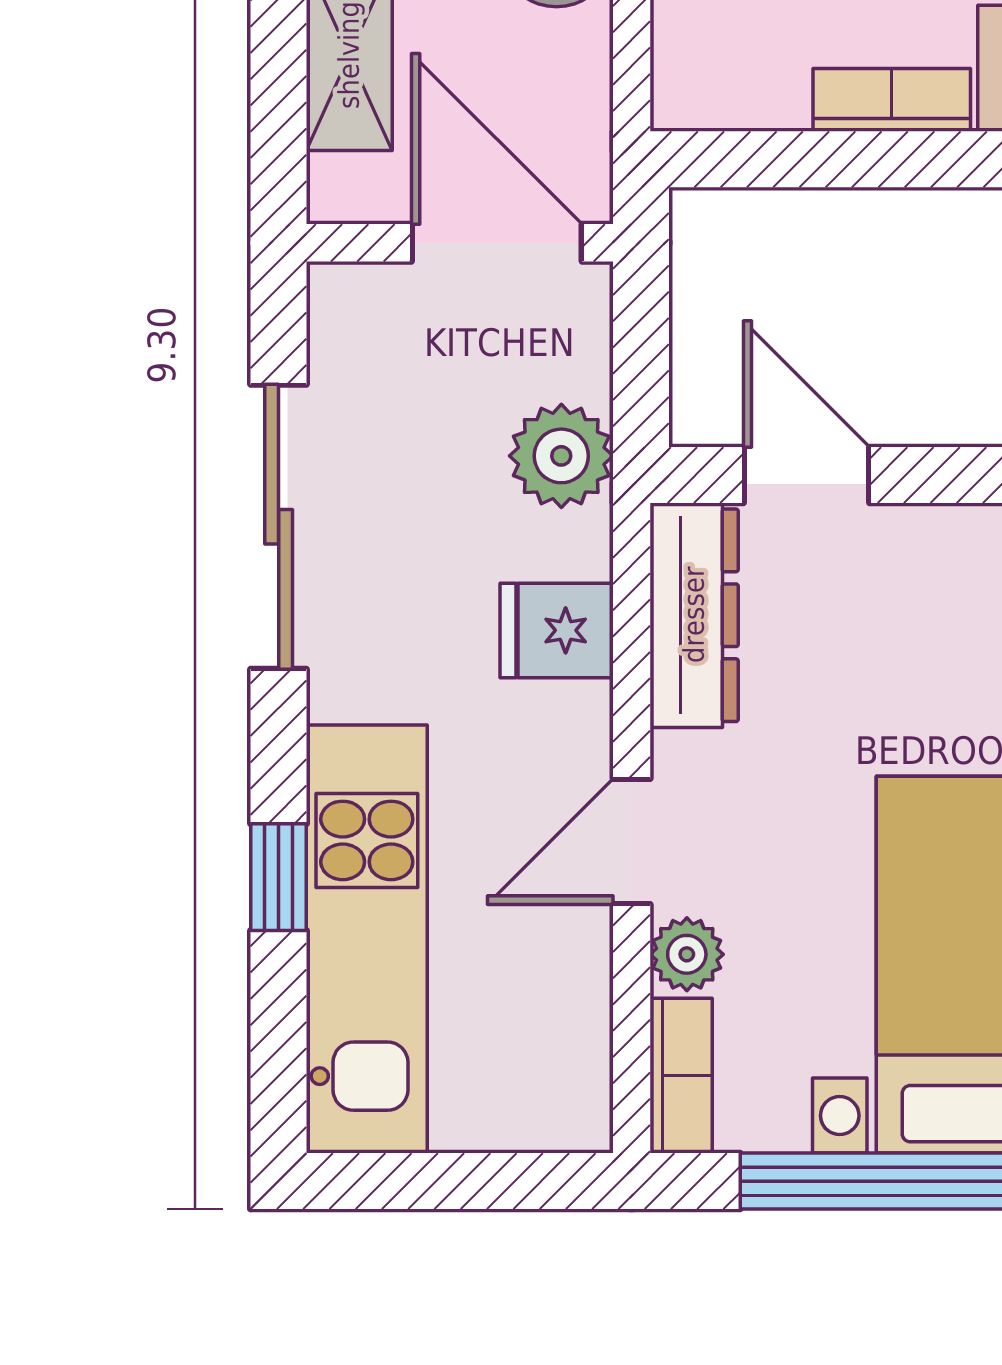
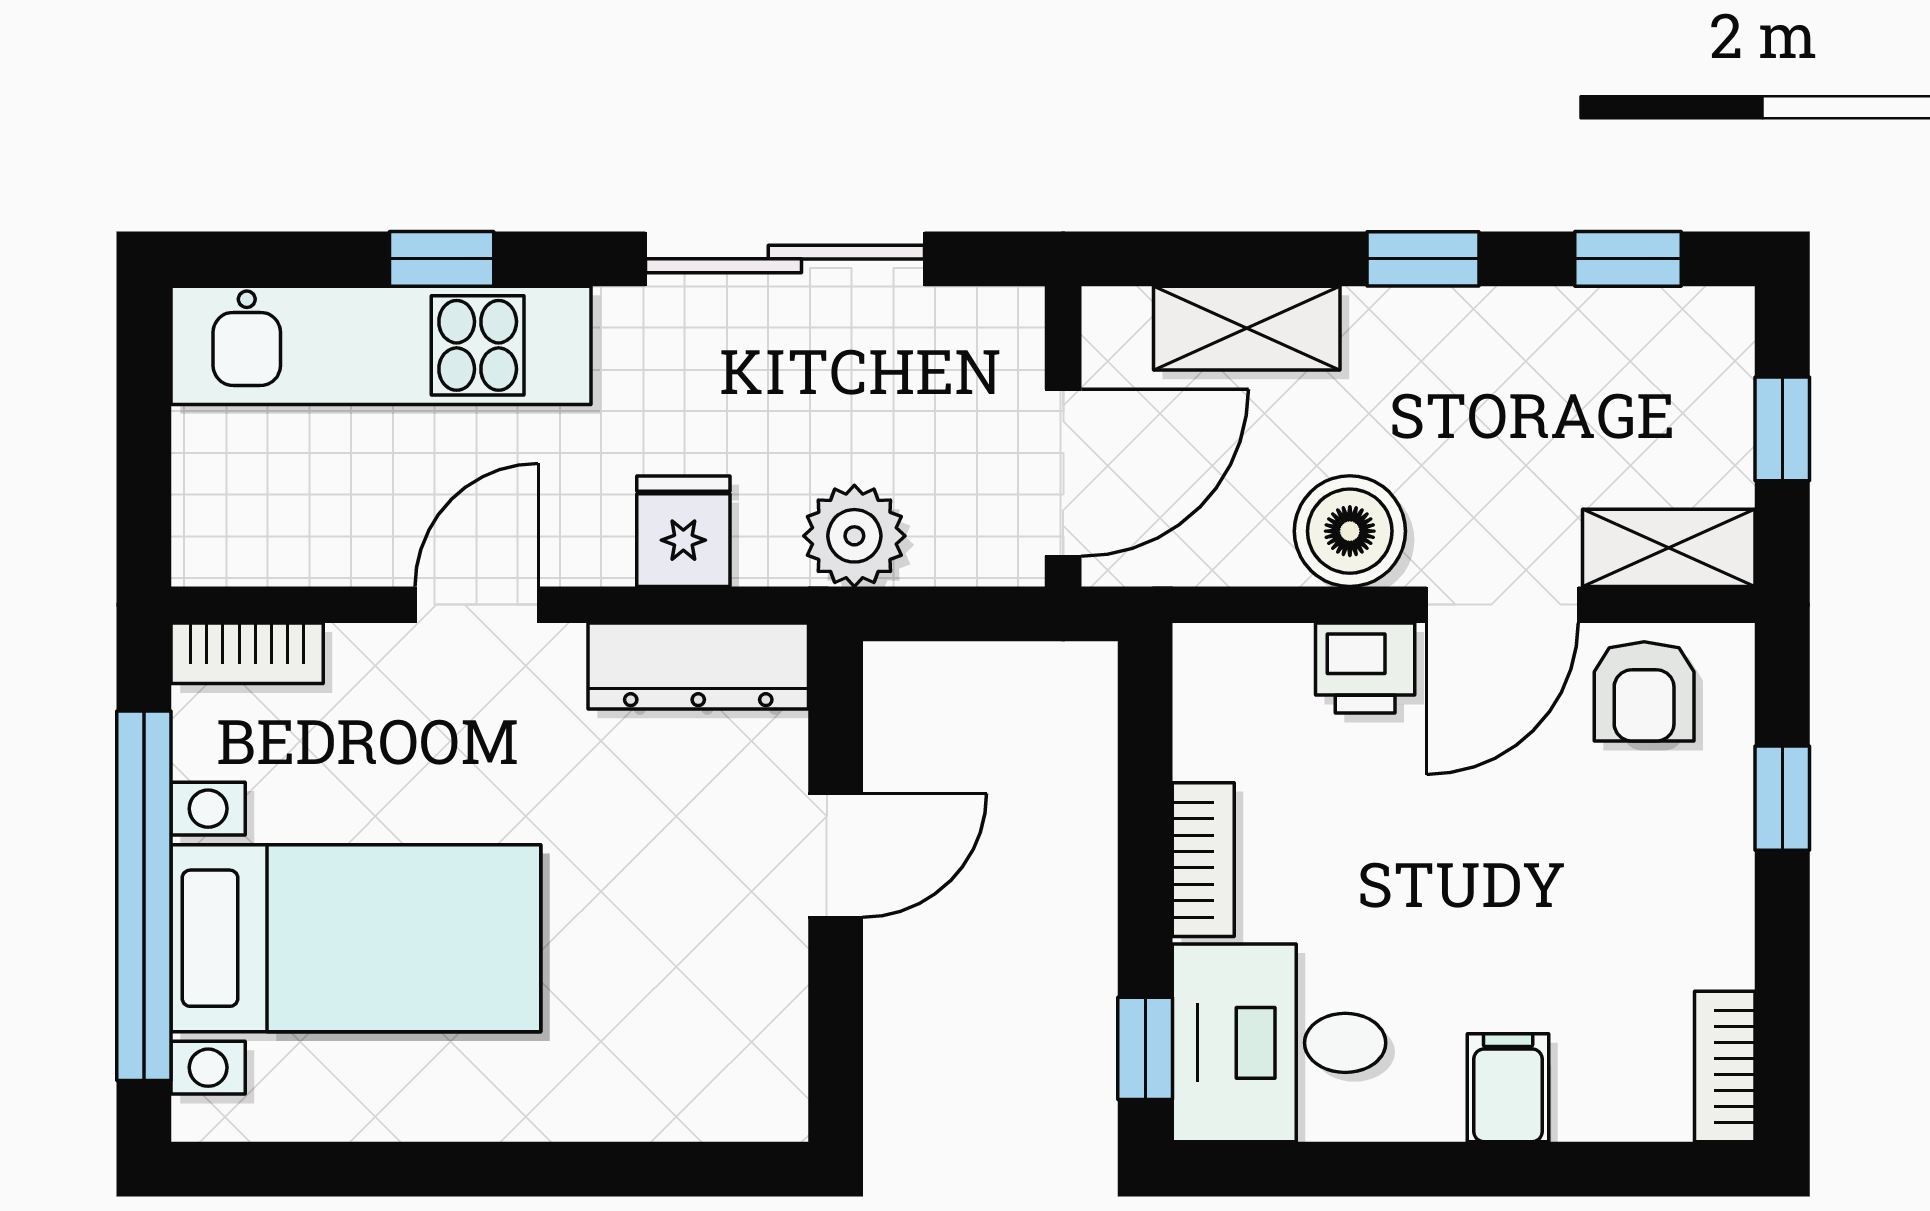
door: (806, 475) -> (836, 855), moved
door: (632, 841) -> (477, 605), hinge flipped
plant: (687, 954) -> (366, 659), removed

